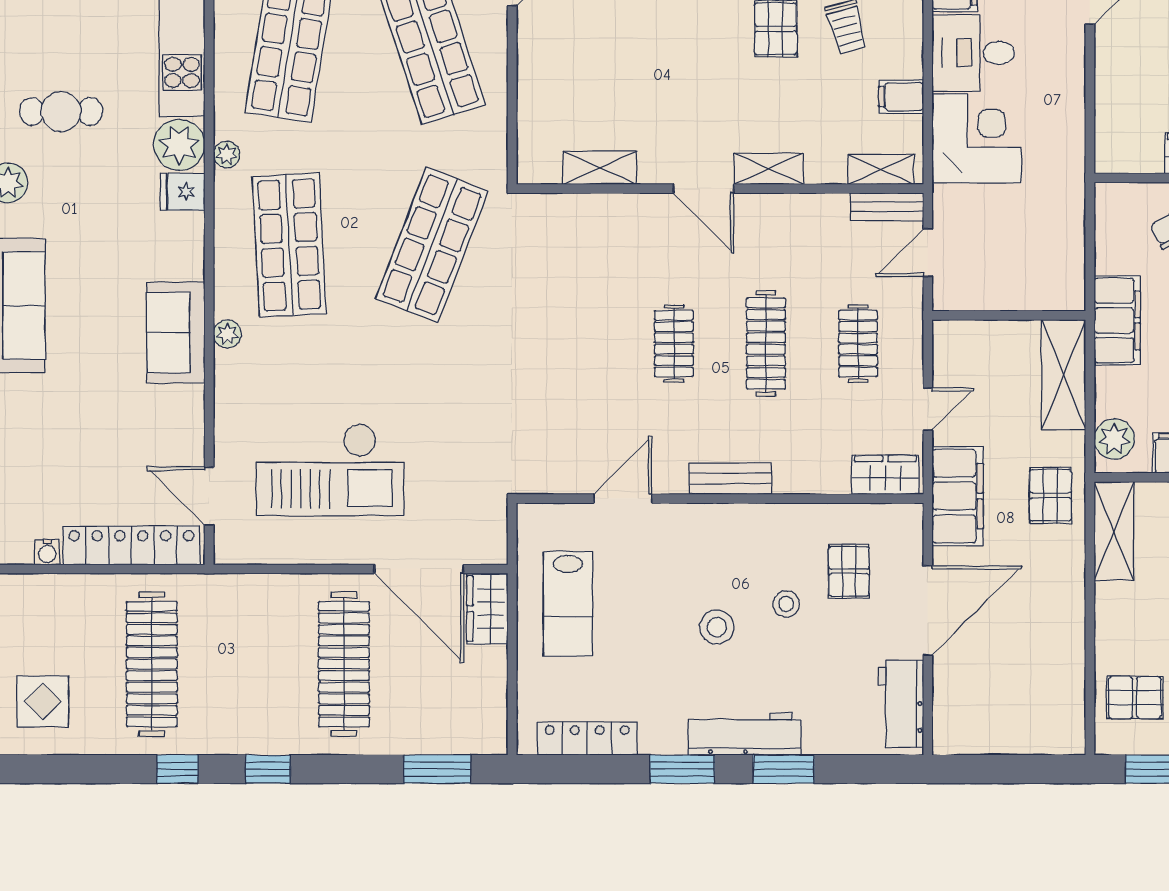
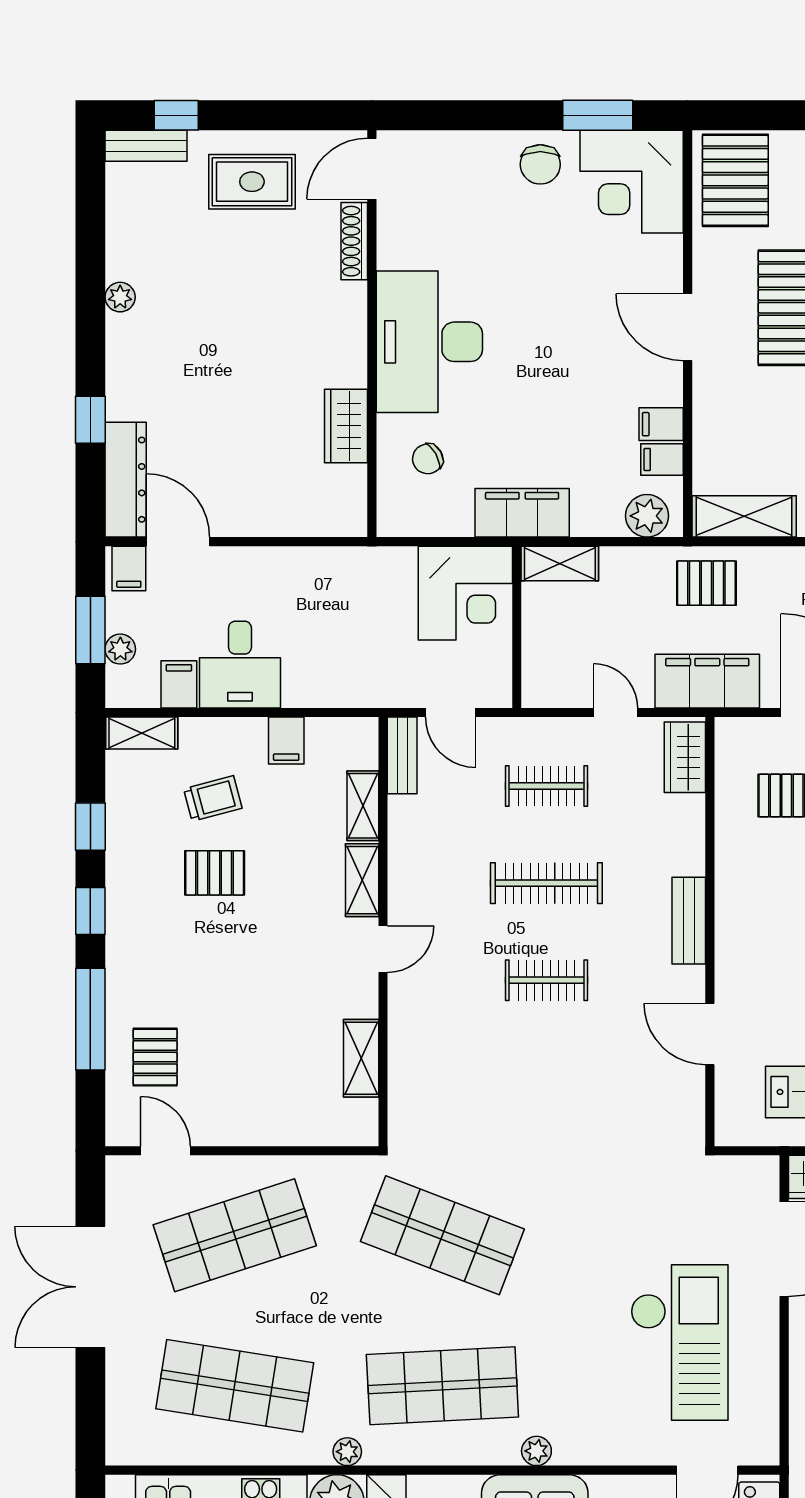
corner desk: (977, 139) -> (465, 593), moved, turned 180
shelving: (881, 169) -> (363, 806), moved
door: (703, 189) -> (383, 949), width x0.73
shelving: (1064, 375) -> (560, 563), width x0.67, depth x0.75

